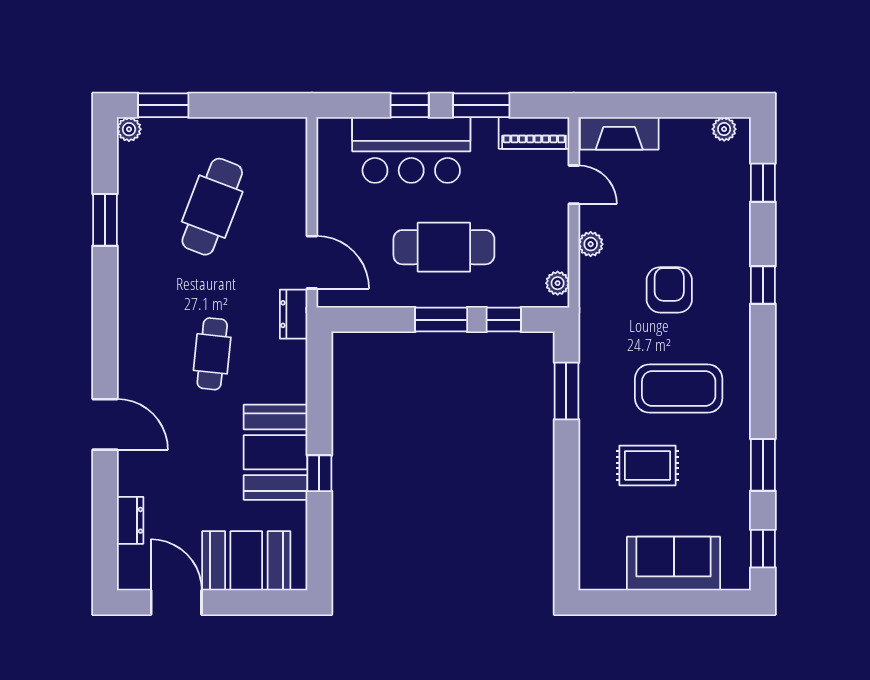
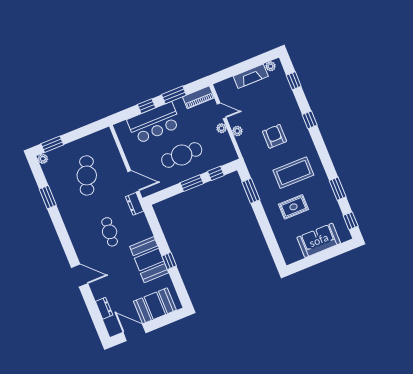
fireplace: (619, 133) -> (251, 76), moved
plant: (558, 283) -> (221, 128), moved

